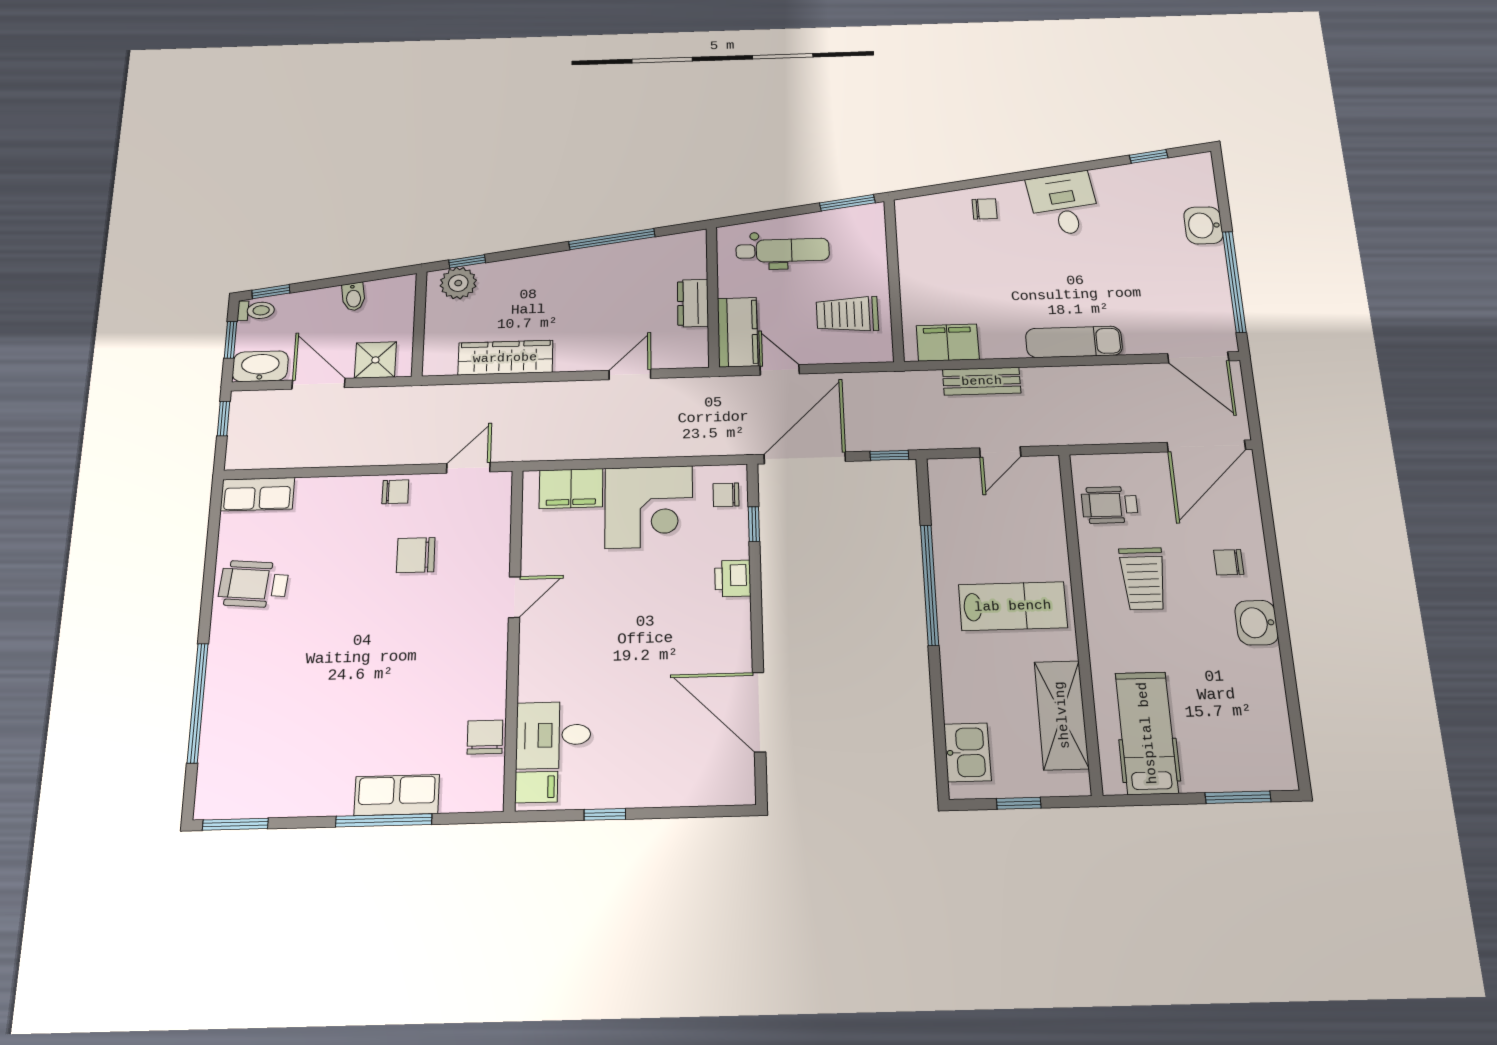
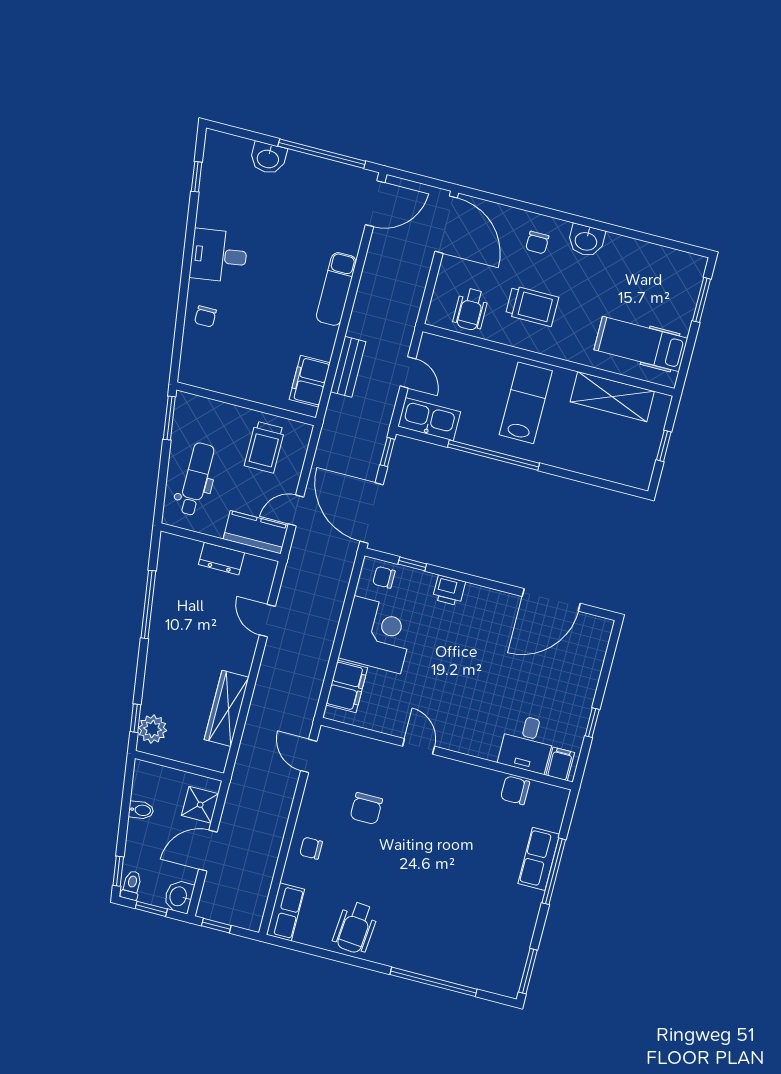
chair: (985, 209) -> (205, 316), turned 180
washbasin: (260, 366) -> (179, 896), width x0.72
chair: (395, 492) -> (311, 848), moved, turned -90
chair: (726, 495) -> (384, 577), turned 90
kitchen sink: (967, 752) -> (429, 419), moved, width x1.38

